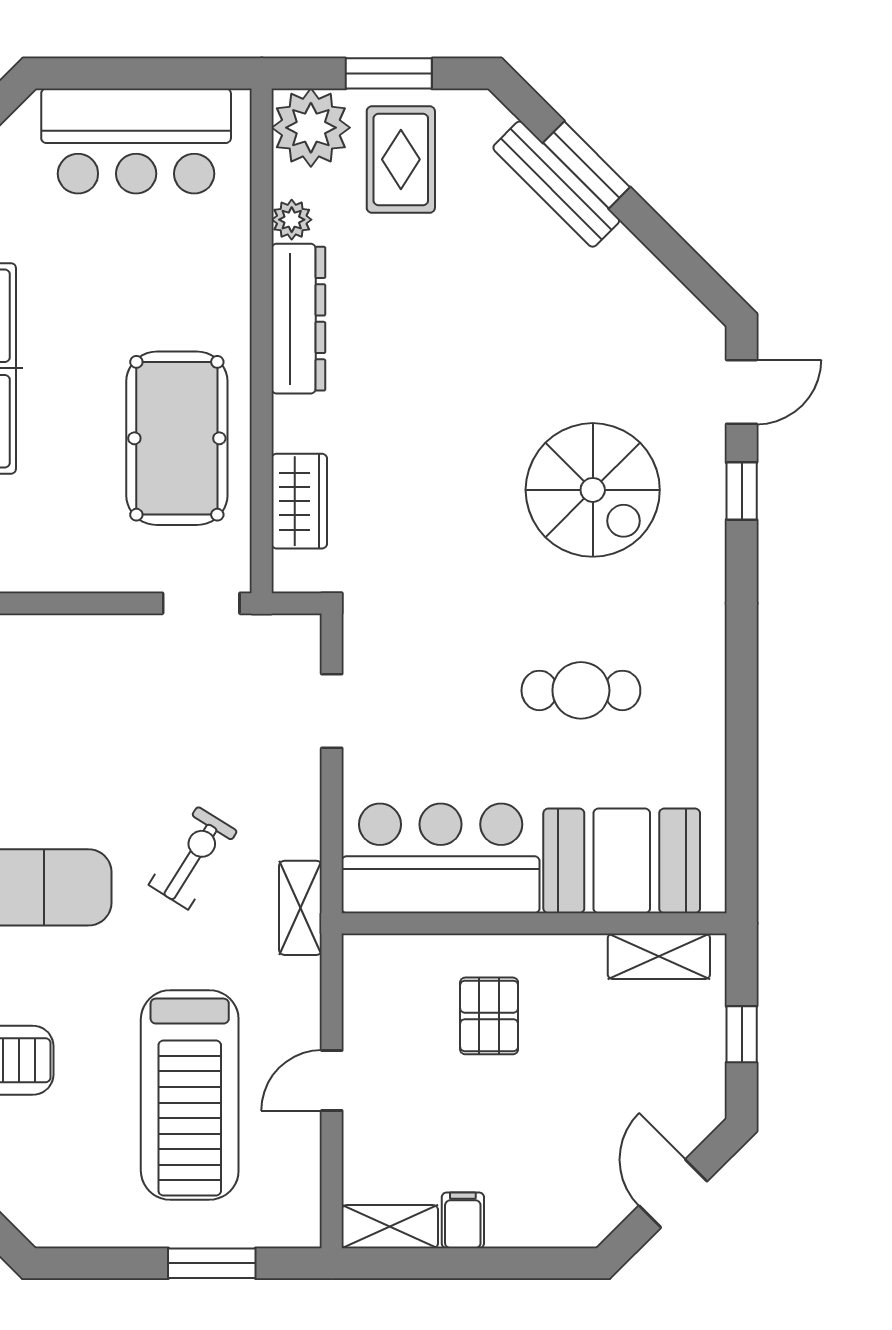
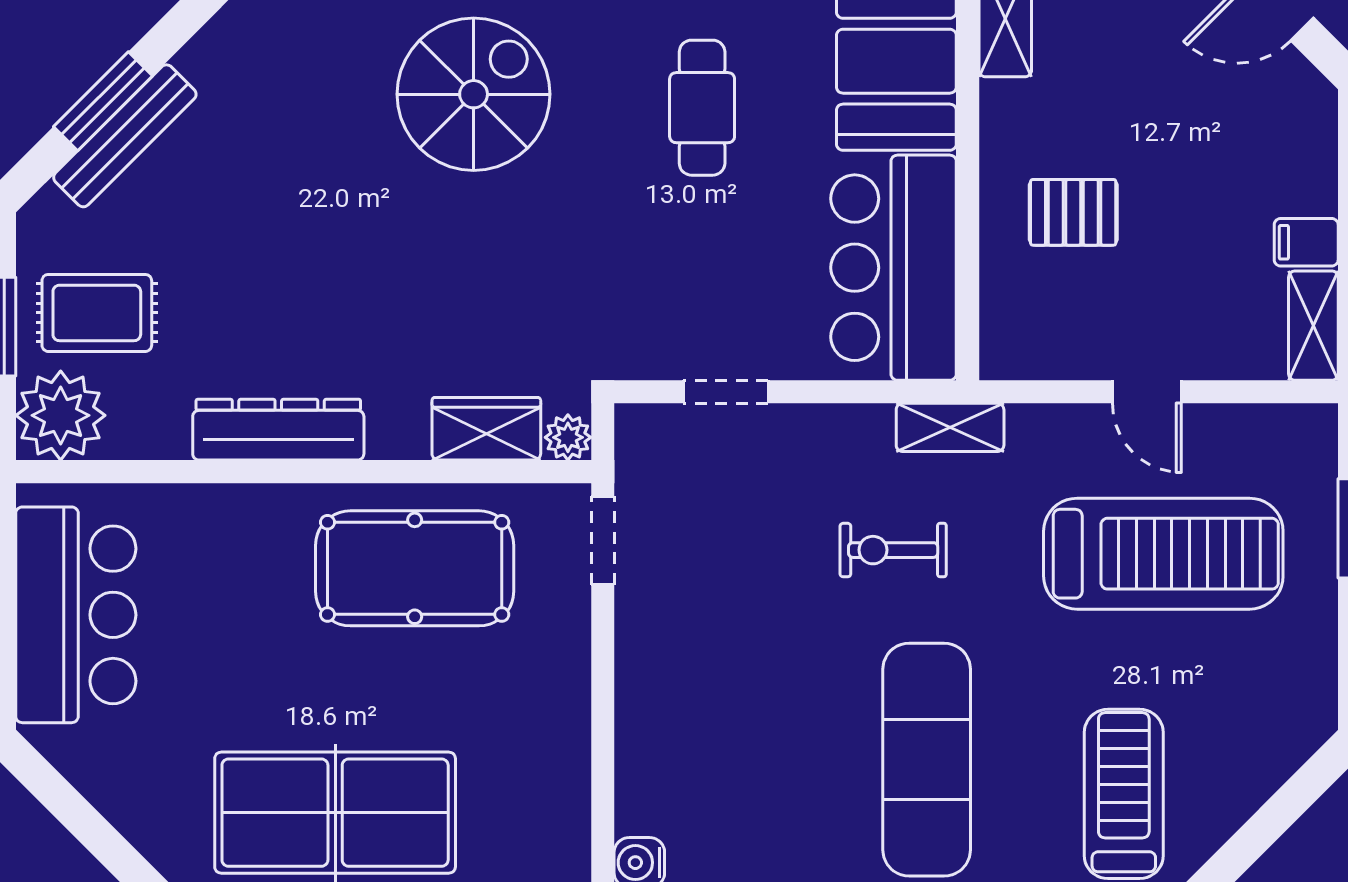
plant: (292, 220) -> (568, 437), moved
exercise bike: (193, 858) -> (893, 550), turned -32

